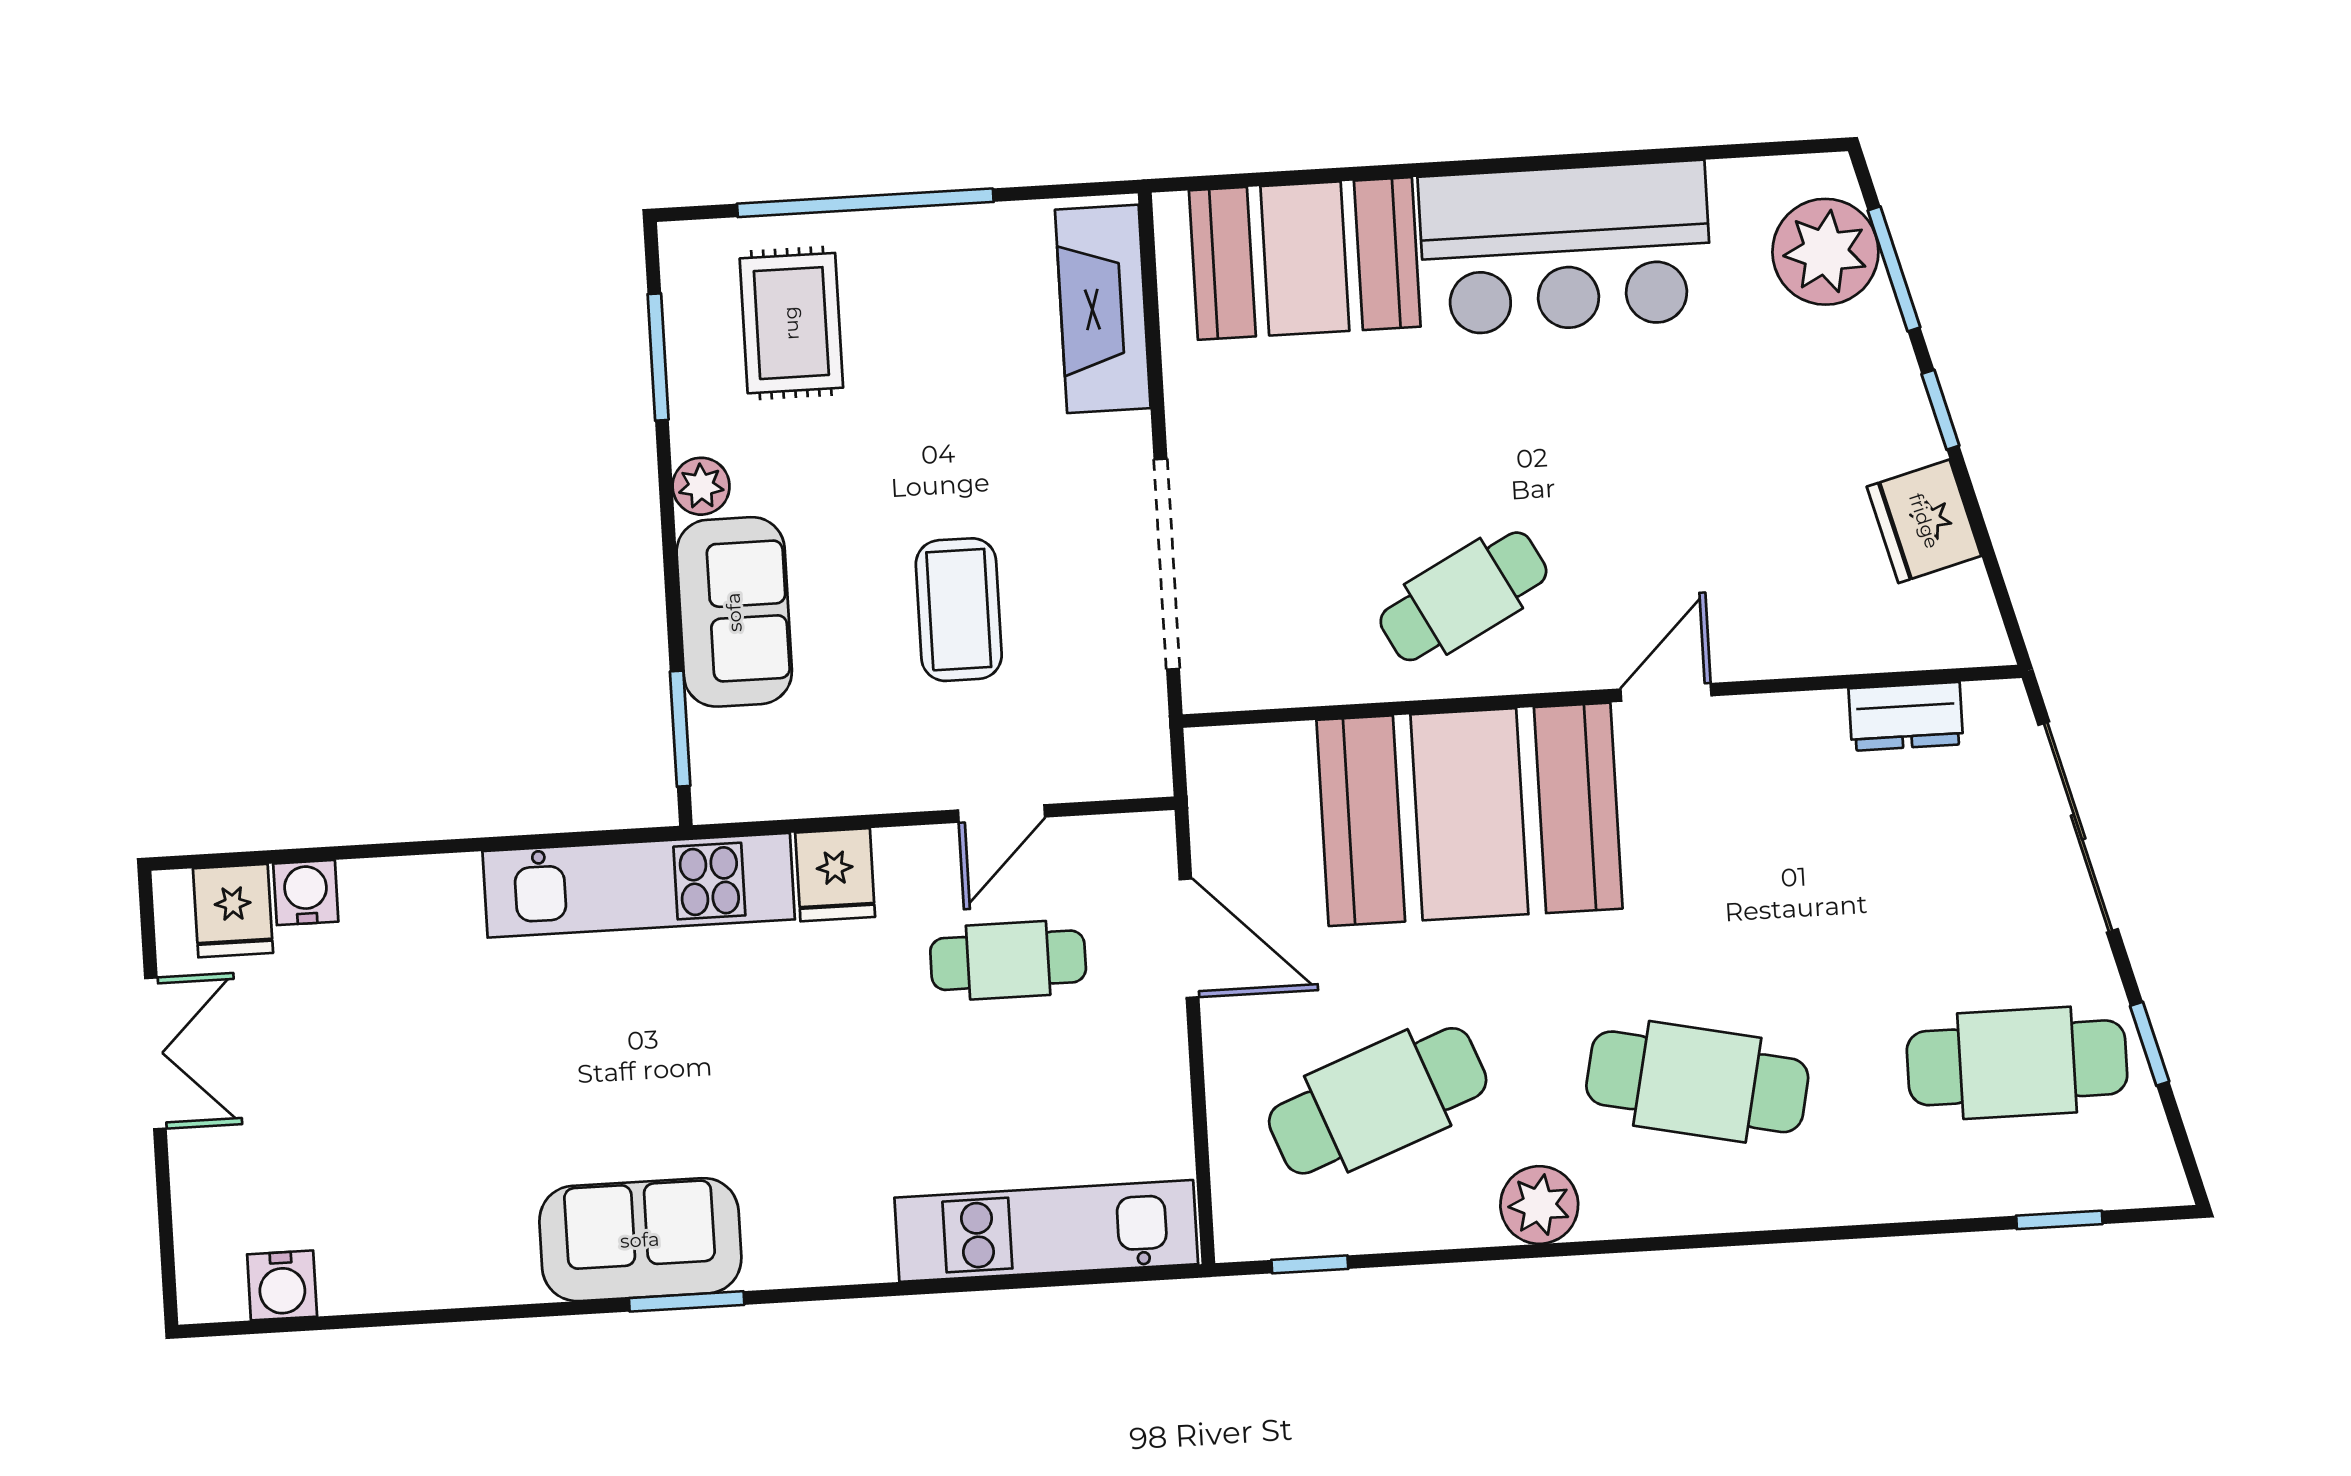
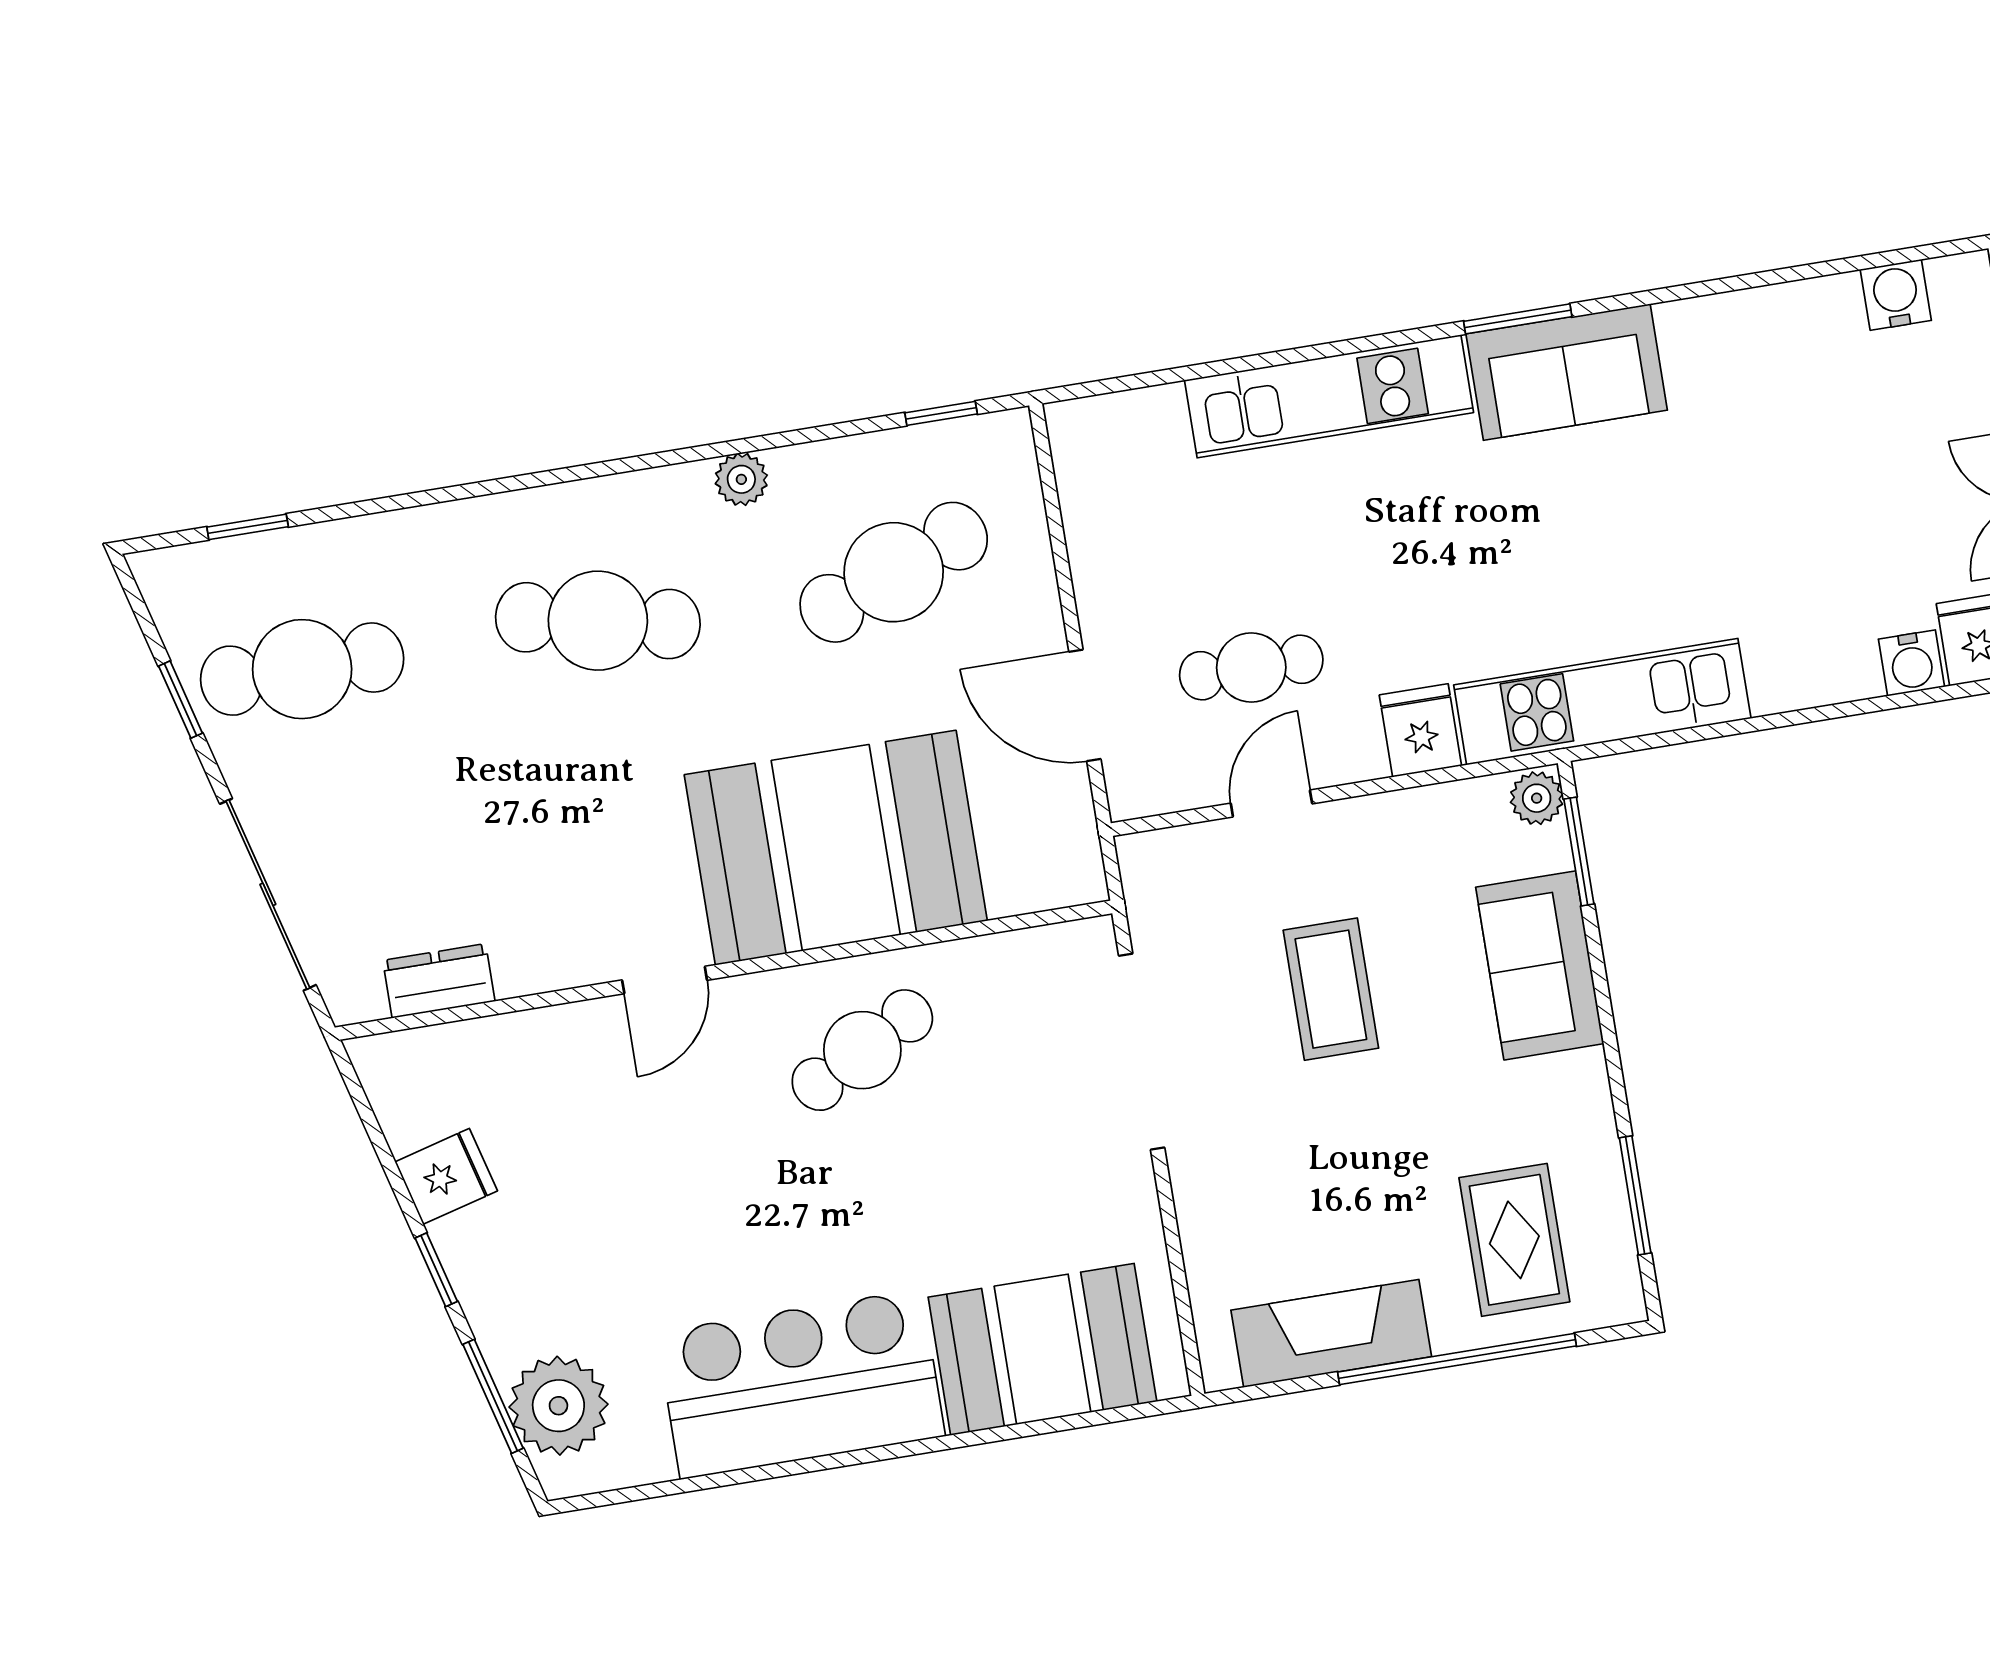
fireplace: (1103, 309) -> (1331, 1333), moved, turned -90
plant: (701, 486) -> (1537, 798), moved
fridge: (1924, 521) -> (446, 1176), width x0.72
plant: (1539, 1205) -> (741, 479), width x0.73, depth x0.73
kitchen unit: (1046, 1231) -> (1329, 396), moved

